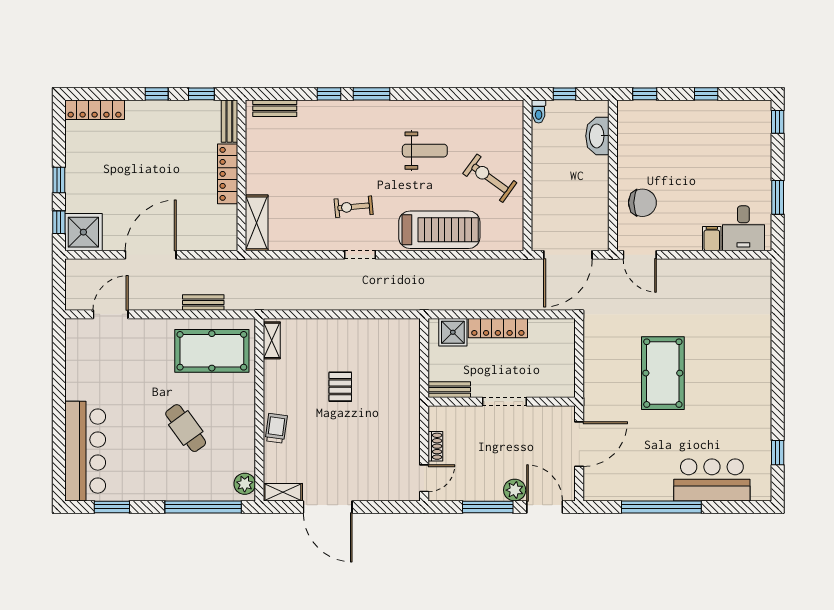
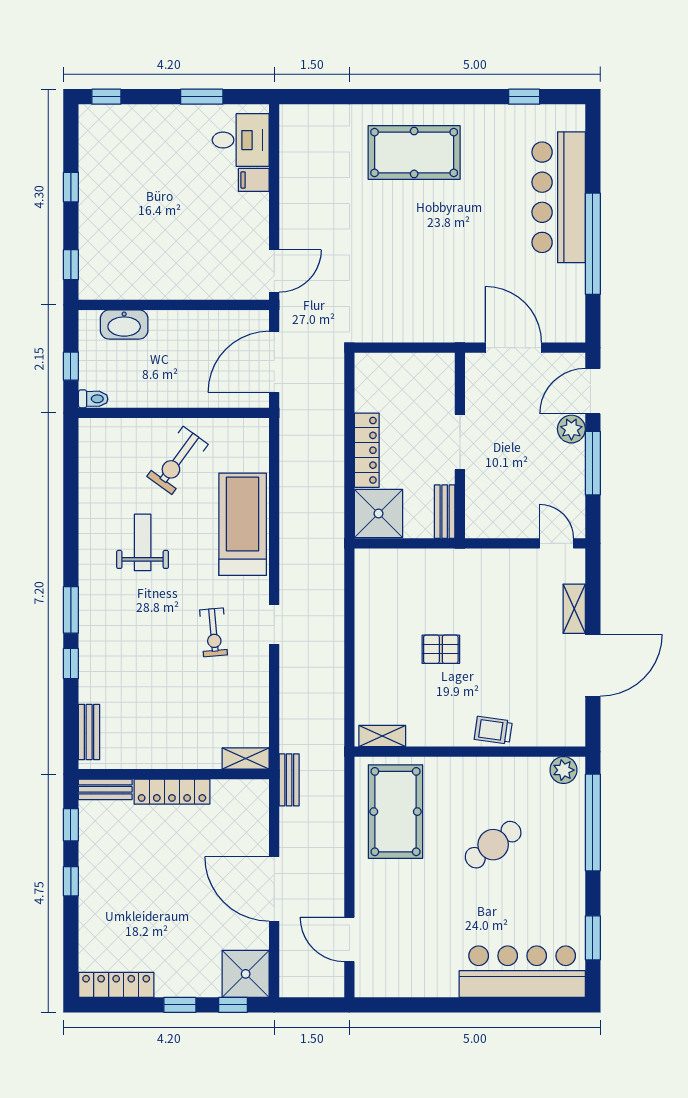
locker: (95, 110) -> (116, 985), moved, turned -90
chair: (642, 203) -> (208, 268), removed
shelving: (257, 223) -> (246, 759), width x0.67, depth x0.75
door: (568, 255) -> (274, 362), swing flipped
bench: (203, 302) -> (289, 780), moved
shower: (453, 332) -> (378, 513), width x1.36, depth x1.36
pool table: (663, 373) -> (414, 152), moved
shoe rack: (435, 446) -> (516, 529), removed
bar counter: (712, 480) -> (559, 197), width x1.36
shelving: (283, 492) -> (574, 609), moved

